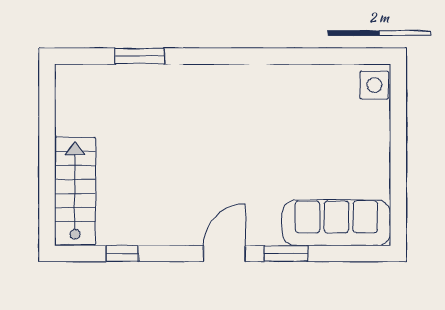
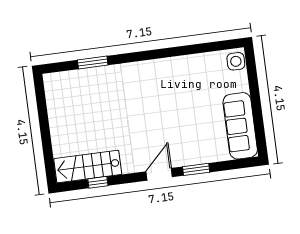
stairs: (75, 191) -> (88, 167), moved, turned -90
sofa: (336, 223) -> (240, 126), moved, turned -90

